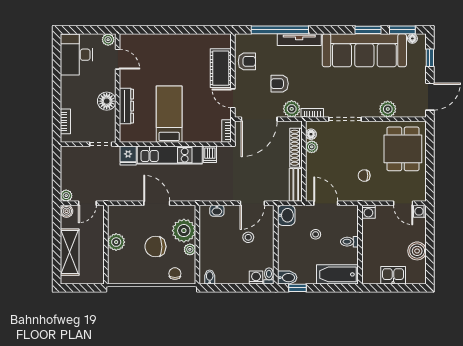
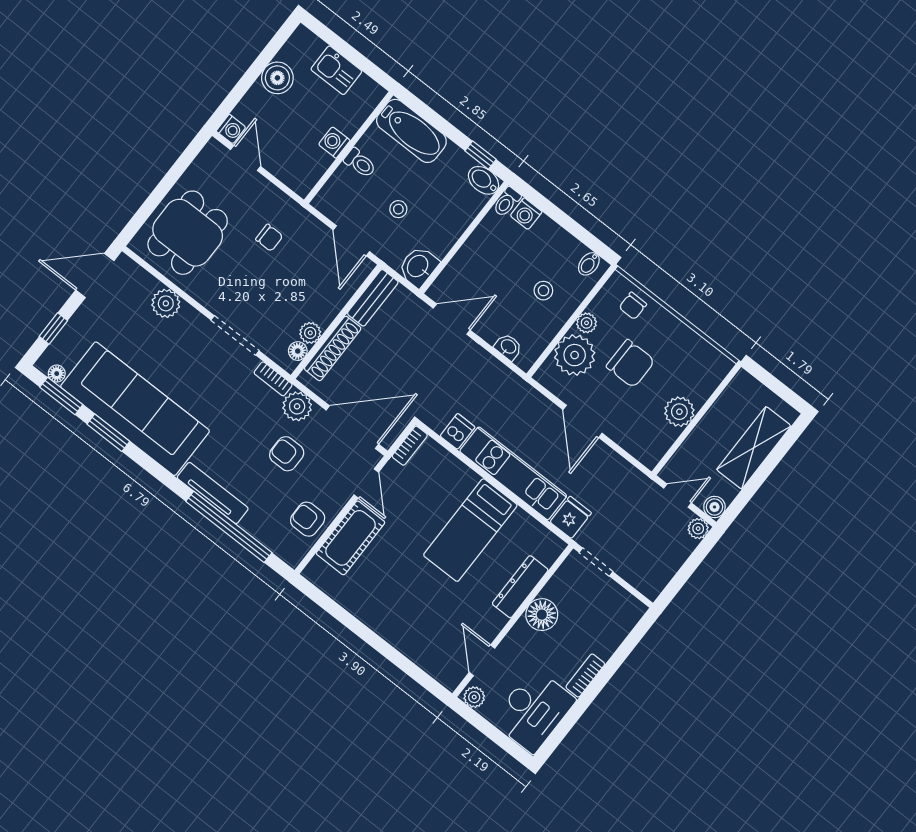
armchair: (280, 84) -> (287, 454), turned 180
bookcase: (65, 121) -> (585, 676), moved
washing machine: (368, 212) -> (334, 142), moved, turned -90
stool: (248, 237) -> (543, 291), moved

